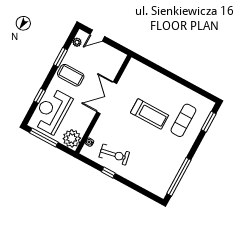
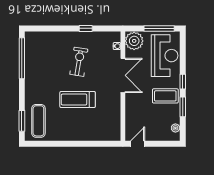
door: (97, 35) -> (138, 144), moved
window: (40, 96) -> (183, 82), moved
double door: (107, 98) -> (123, 75), moved
exercise mat: (183, 120) -> (38, 121), moved
exercise bike: (114, 155) -> (79, 62), moved, turned 110

